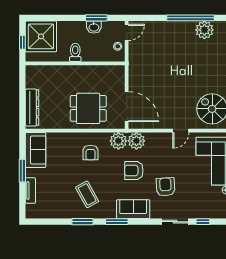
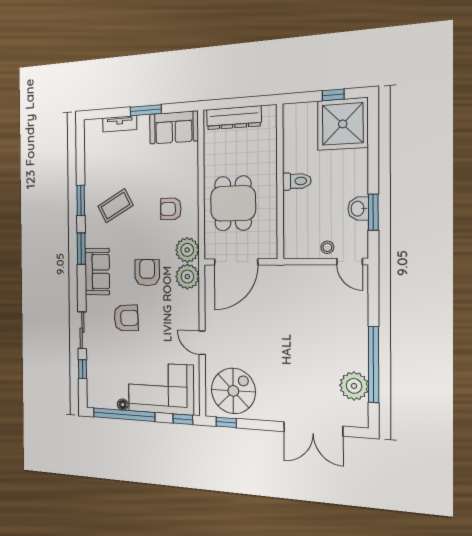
toilet: (75, 52) -> (297, 181), moved
wall: (75, 63) -> (280, 182), moved

